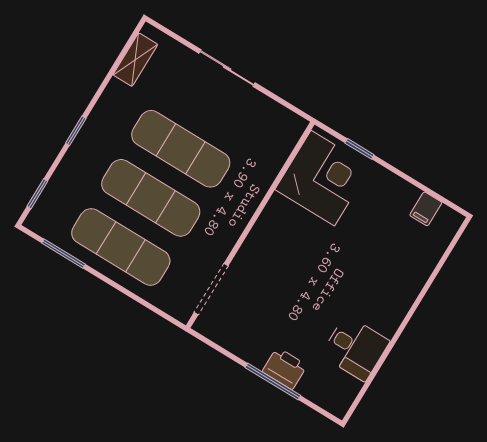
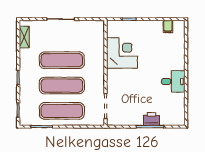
corner desk: (323, 178) -> (122, 53), moved
desk: (355, 348) -> (173, 81), moved

